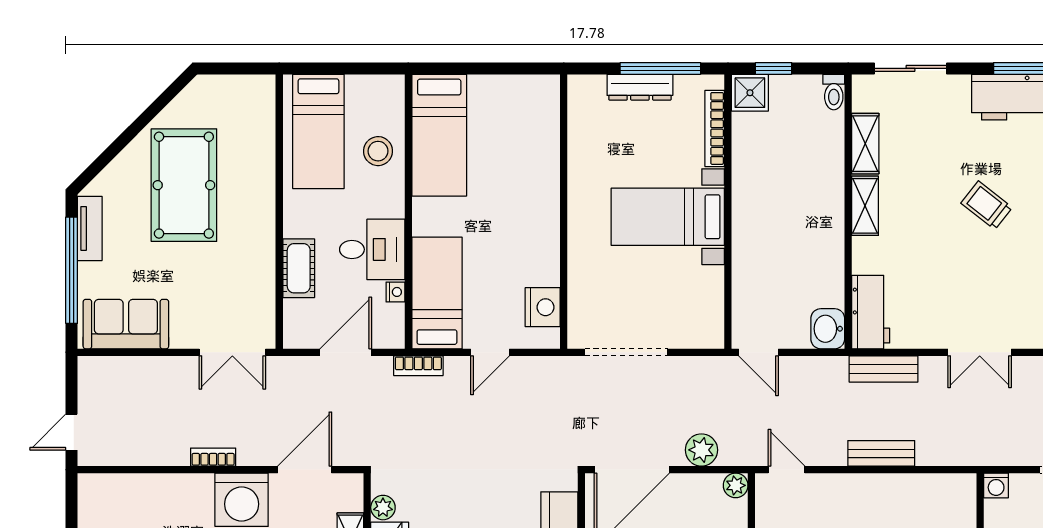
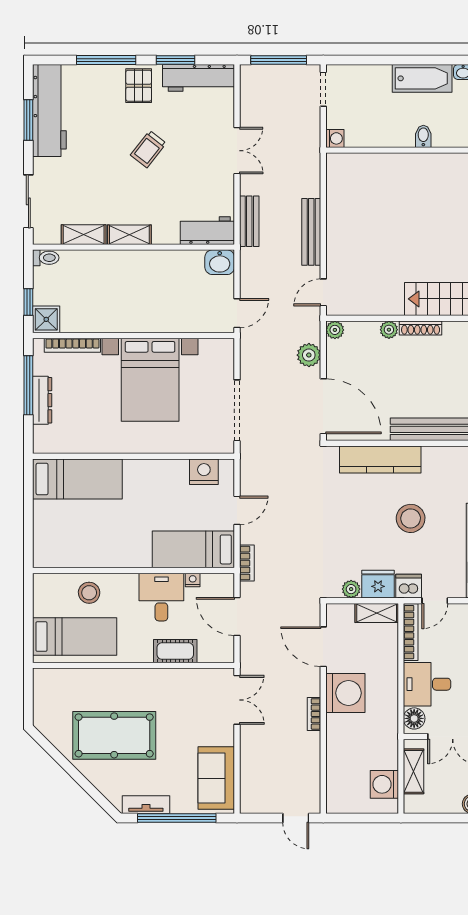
bed: (439, 135) -> (77, 479), moved
trolley: (987, 205) -> (148, 149), moved
bed with nightstands: (668, 217) -> (150, 380), width x1.36
door: (490, 352) -> (237, 510), hinge flipped
bench: (881, 453) -> (311, 232), width x1.36

